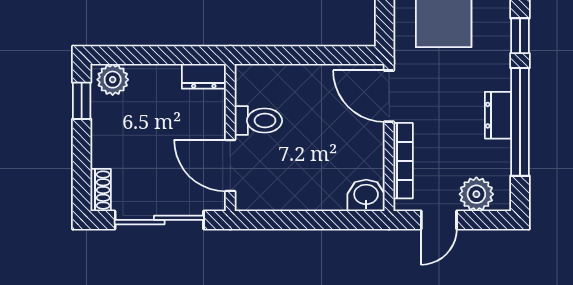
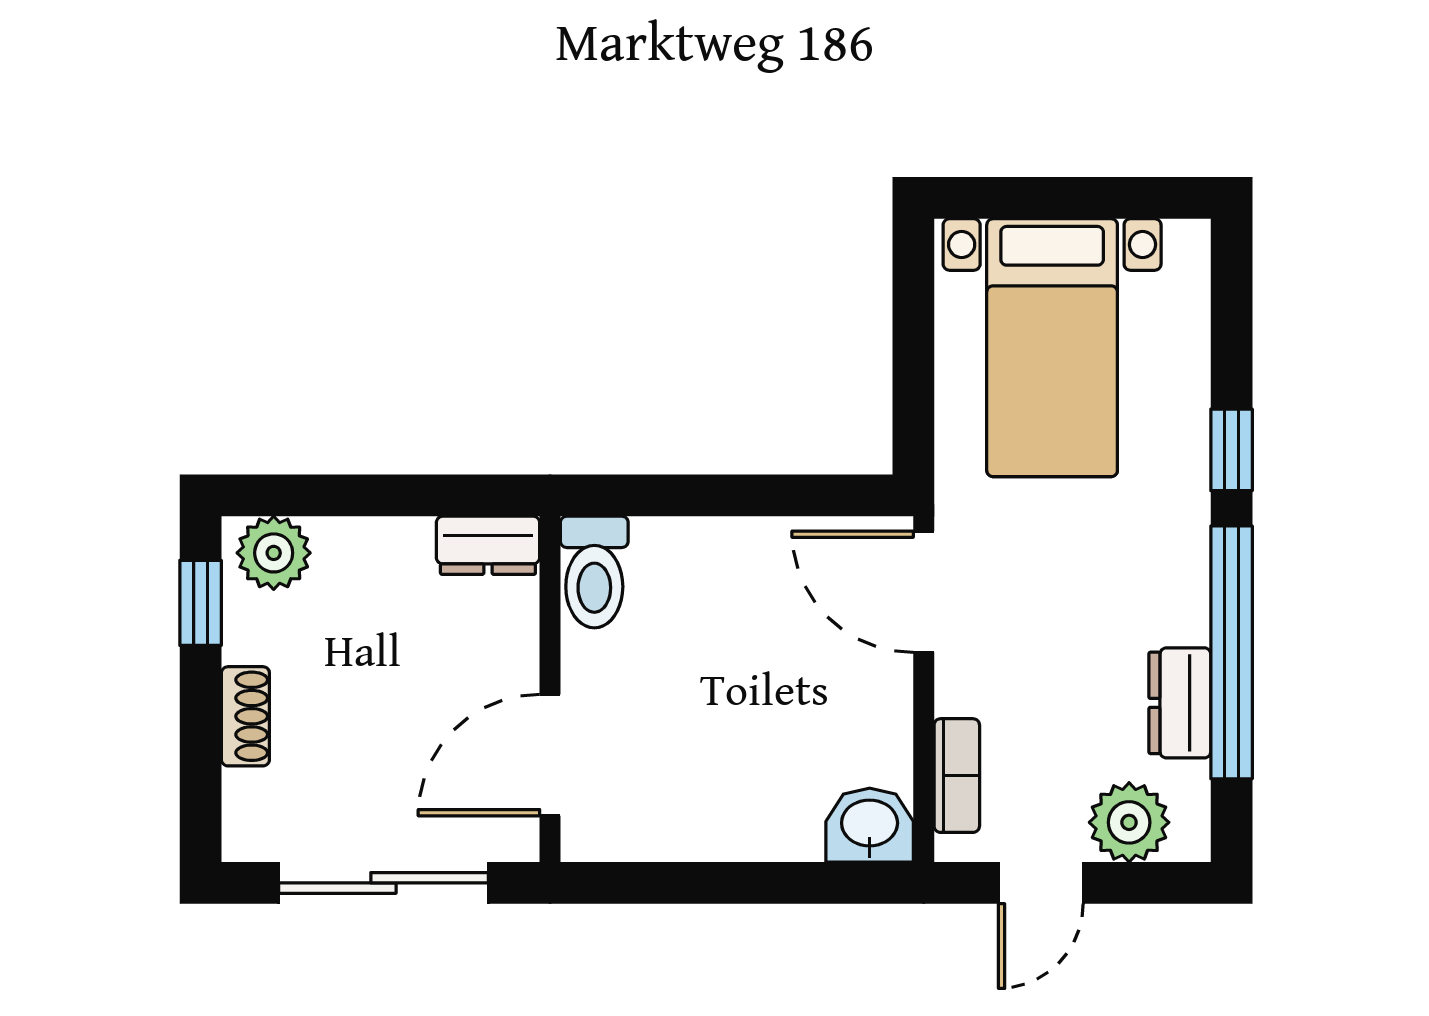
dresser: (498, 115) -> (1180, 703), moved
toilet: (258, 121) -> (594, 572), moved, turned 90
bookcase: (403, 161) -> (957, 776), width x0.64
door: (230, 166) -> (550, 755), hinge flipped
shoe rack: (101, 190) -> (245, 716), moved

